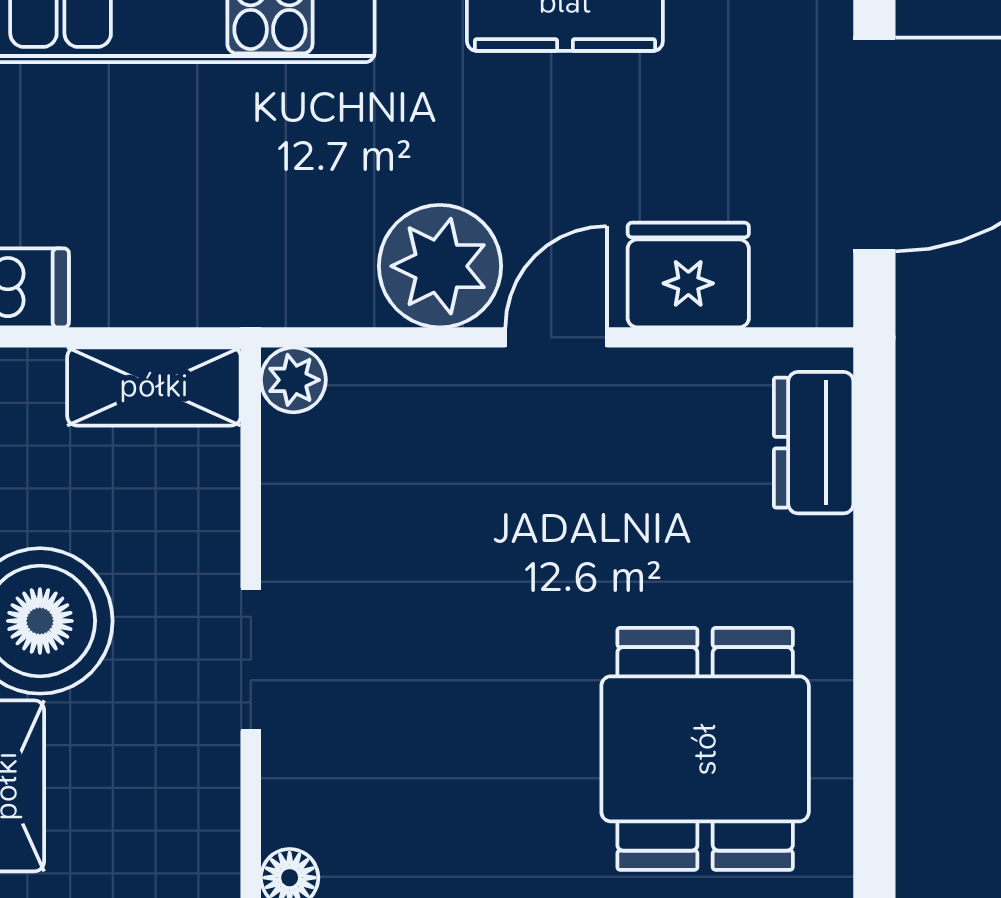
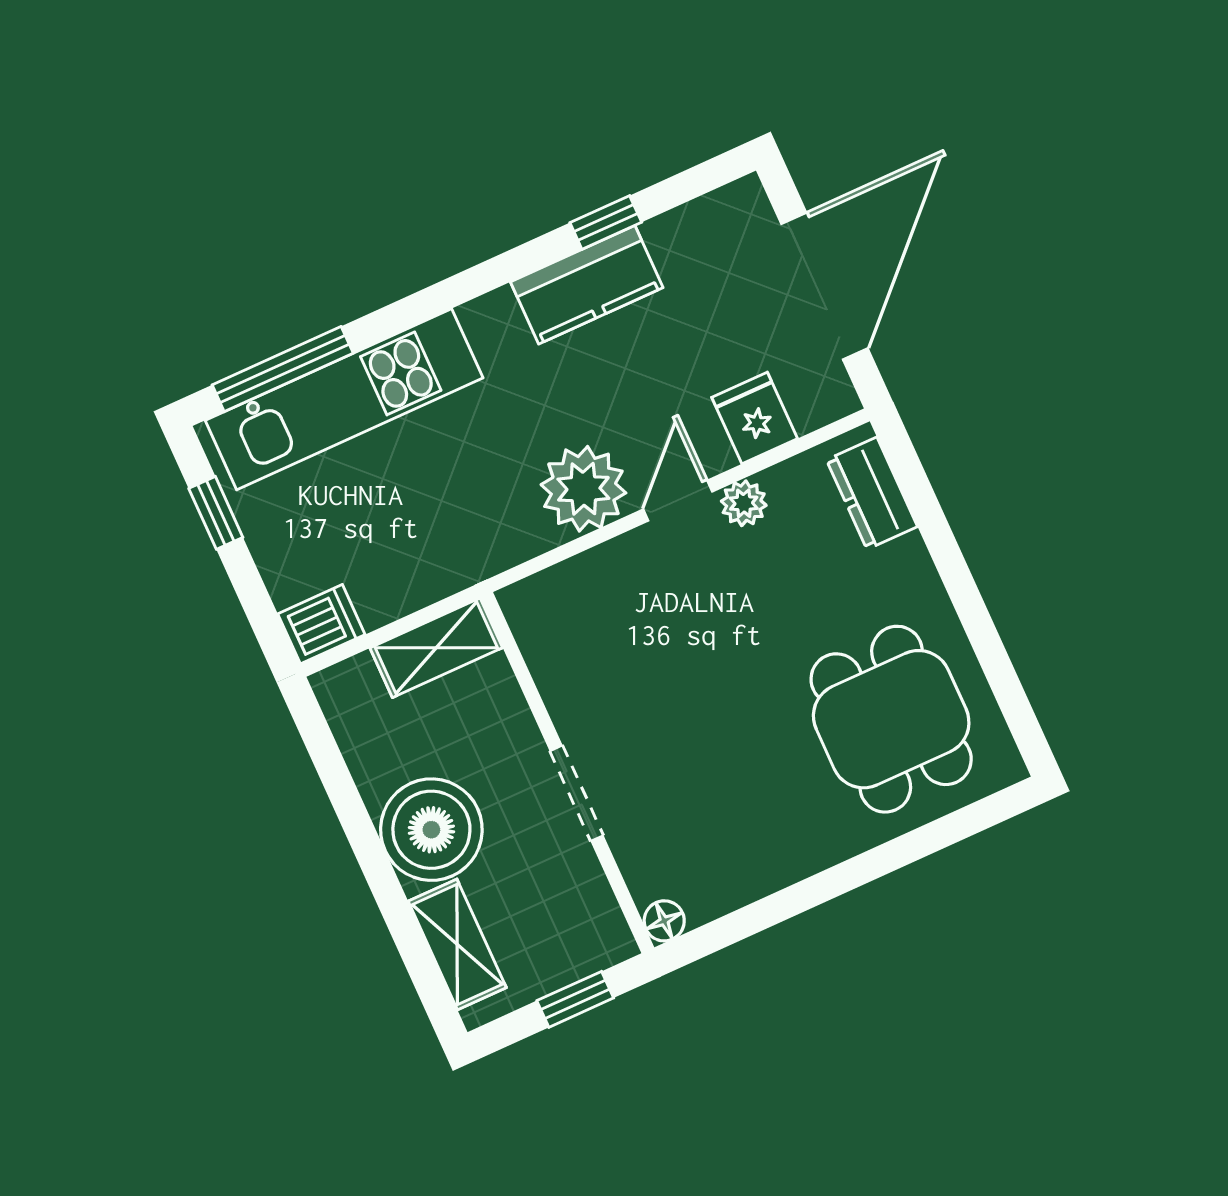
fridge: (688, 275) -> (755, 418), width x0.72
plant: (293, 380) -> (744, 503), moved

